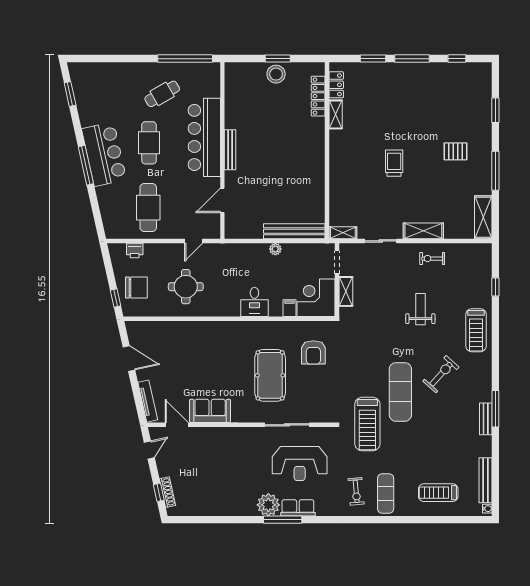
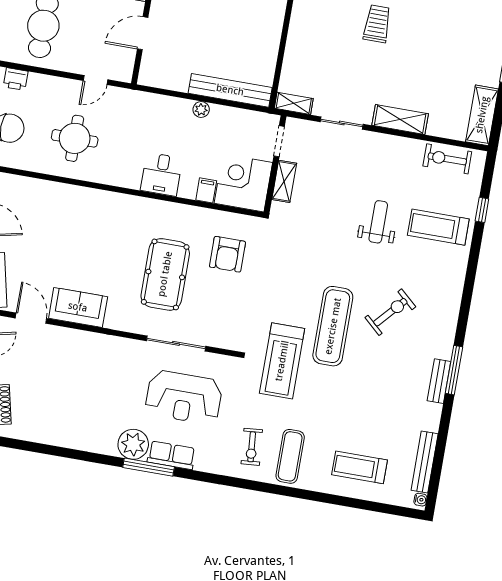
pallet: (455, 151) -> (461, 22), removed
exercise bike: (432, 259) -> (447, 159), moved, width x1.38, depth x1.39
treadmill: (476, 330) -> (438, 227), moved, turned 90

